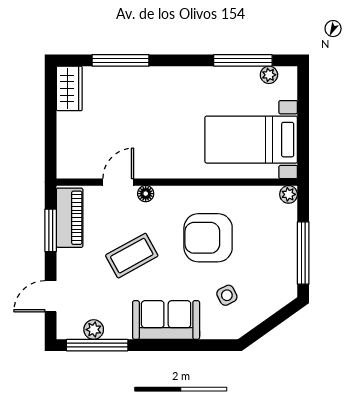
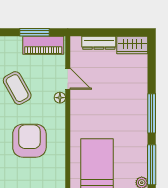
window: (121, 60) -> (152, 113), moved
dresser: (66, 137) -> (99, 43), added

